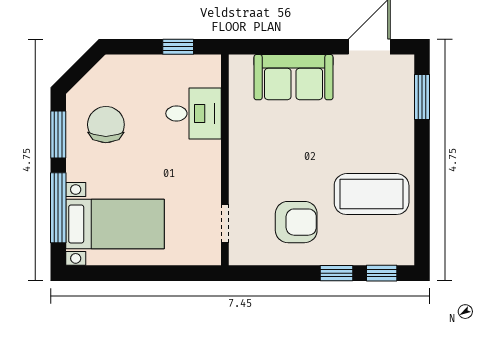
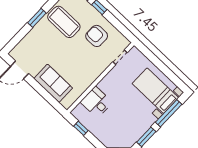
window: (422, 97) -> (37, 18), moved
chair: (106, 125) -> (128, 125), removed

